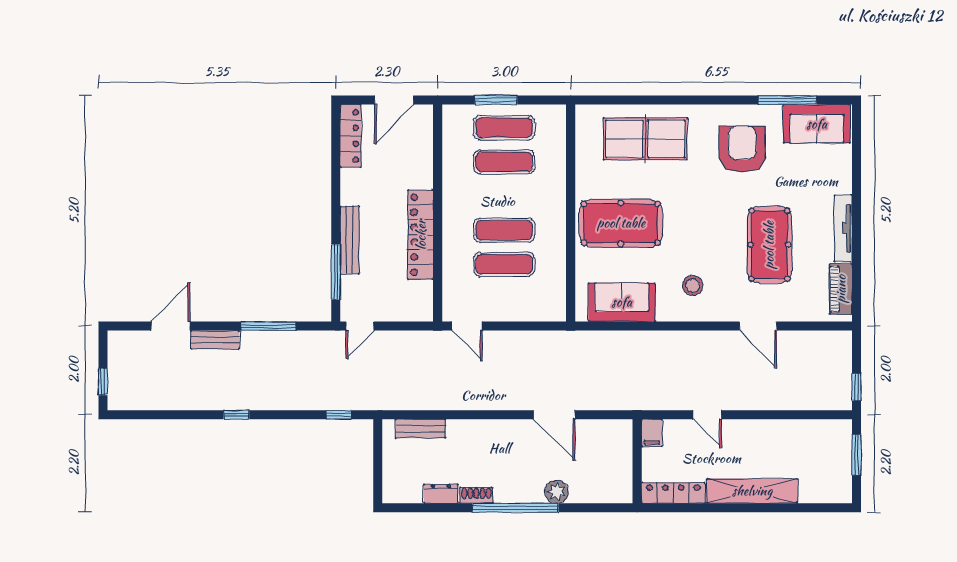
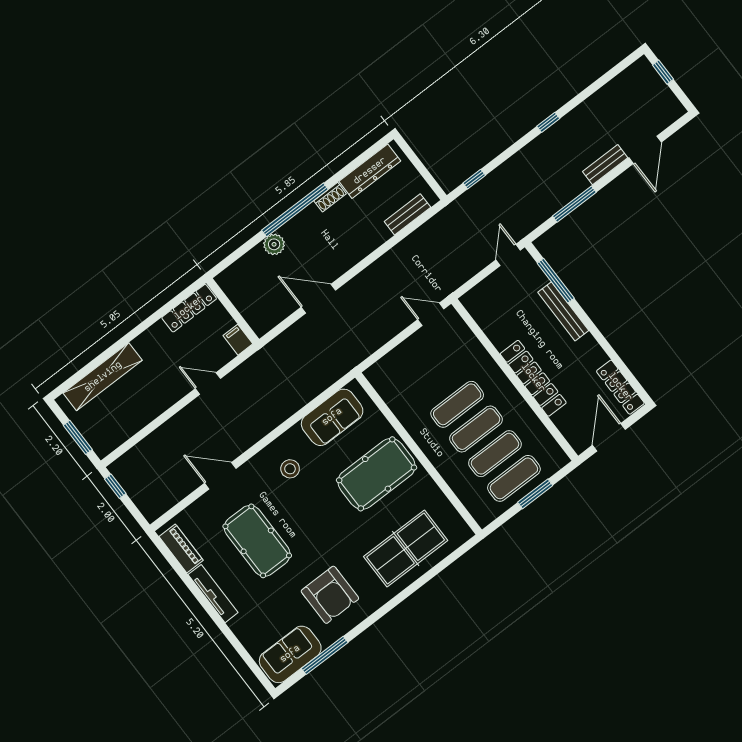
locker: (421, 235) -> (533, 378), moved
exercise mat: (504, 264) -> (476, 429), moved
shelving: (752, 491) -> (103, 377), moved
dresser: (441, 494) -> (370, 171), width x1.96, depth x1.24

